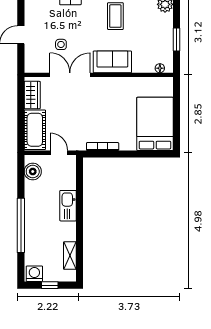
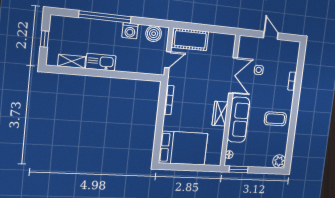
window: (176, 39) -> (239, 169), moved
sofa: (112, 62) -> (238, 120), width x1.36
wardrobe: (32, 95) -> (220, 114), moved, turned 90
kitchen sink: (68, 206) -> (101, 62), moved
washing machine: (34, 274) -> (130, 31), moved, turned 90

